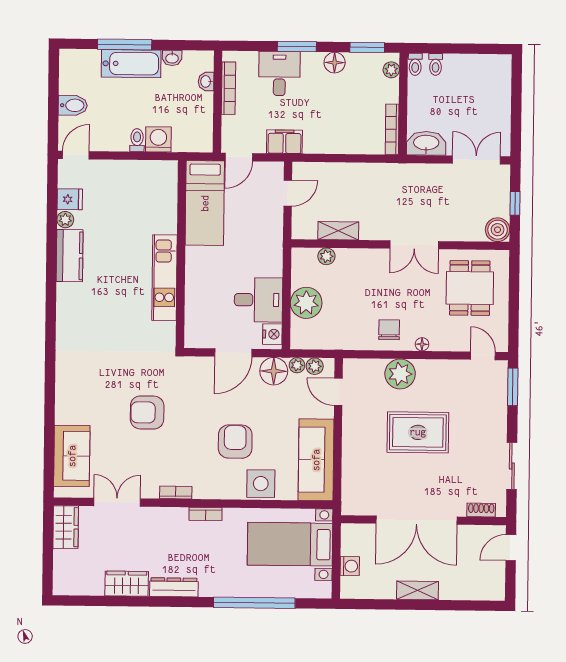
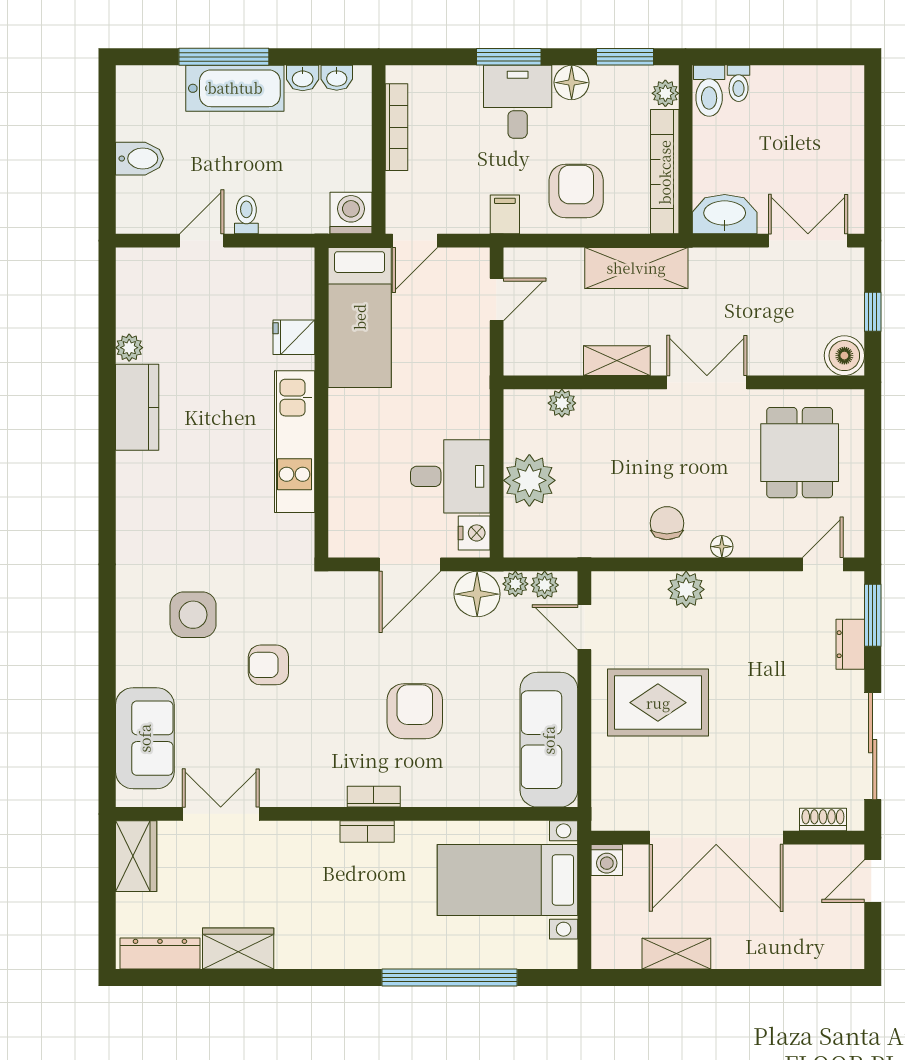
toilet: (415, 64) -> (709, 91), width x1.37, depth x1.39
desk: (279, 74) -> (518, 102), moved
washbasin: (206, 81) -> (337, 78), moved, turned -90
armchair: (337, 128) -> (576, 191), added
bookcase: (392, 129) -> (665, 172), width x1.48, depth x1.31
washing machine: (158, 139) -> (351, 213), moved
filing cabinet: (284, 142) -> (505, 214), width x0.50
door: (76, 155) -> (202, 241), moved
shelving: (372, 175) -> (636, 268), added
fridge: (70, 199) -> (294, 337), moved, turned 180
shelving: (338, 231) -> (617, 361), moved
double door: (414, 245) -> (707, 382), swing flipped
door: (483, 356) -> (823, 564), hinge flipped
plant: (400, 374) -> (686, 589), width x0.73, depth x0.73
dresser: (499, 404) -> (850, 644), added
armchair: (147, 412) -> (268, 665), width x0.72, depth x0.72
rug: (418, 432) -> (658, 703), moved
sliding door: (512, 466) -> (873, 746), width x1.37
side table: (261, 484) -> (193, 615), moved
bookcase: (176, 492) -> (374, 797), moved
washing machine: (350, 566) -> (607, 860), moved, turned 90
dresser: (174, 587) -> (160, 954), moved
shelving: (417, 590) -> (676, 954), moved

